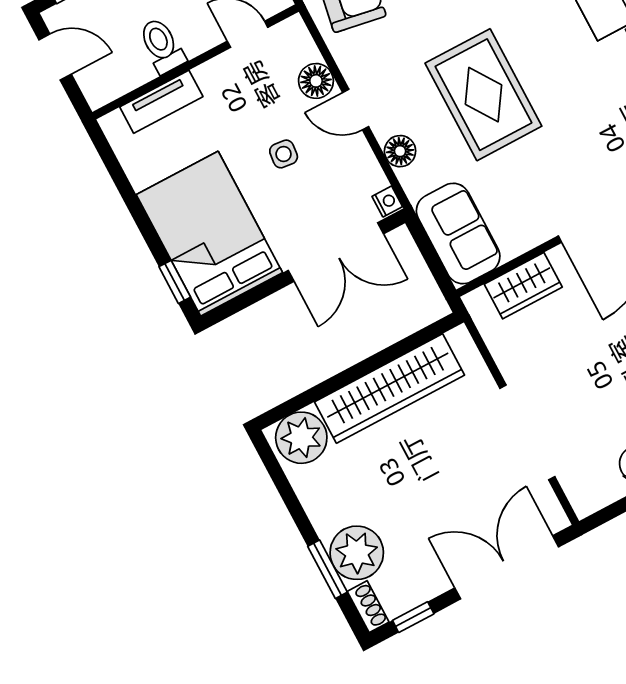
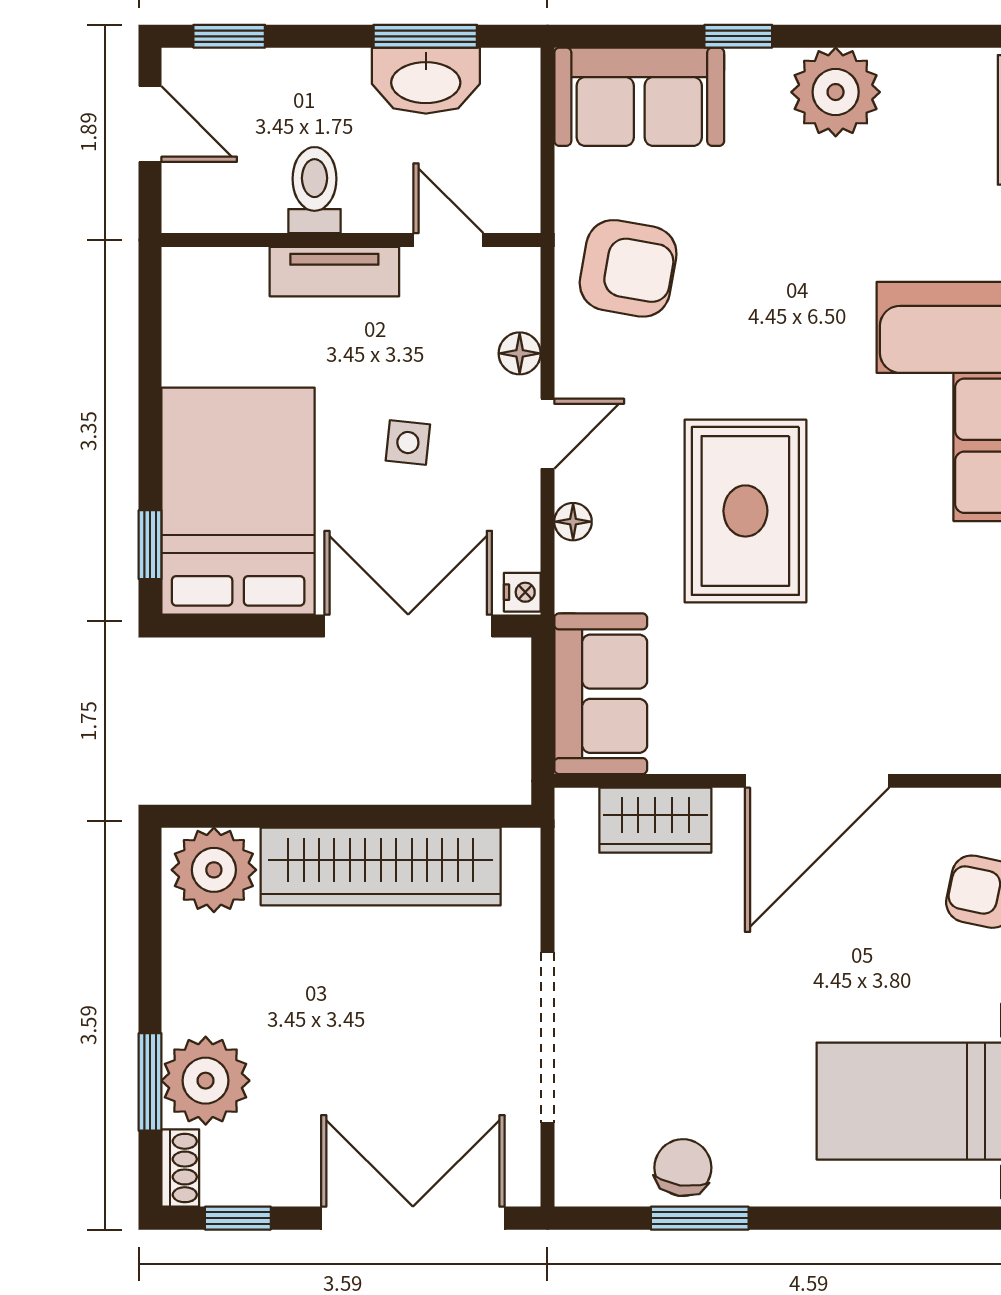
floor lamp: (316, 81) -> (520, 353), width x0.73, depth x0.73
tv unit: (161, 102) -> (334, 272), moved
door: (356, 110) -> (547, 434), swing flipped
floor lamp: (400, 151) -> (573, 522), width x0.73, depth x0.73
double door: (336, 252) -> (408, 626), swing flipped

